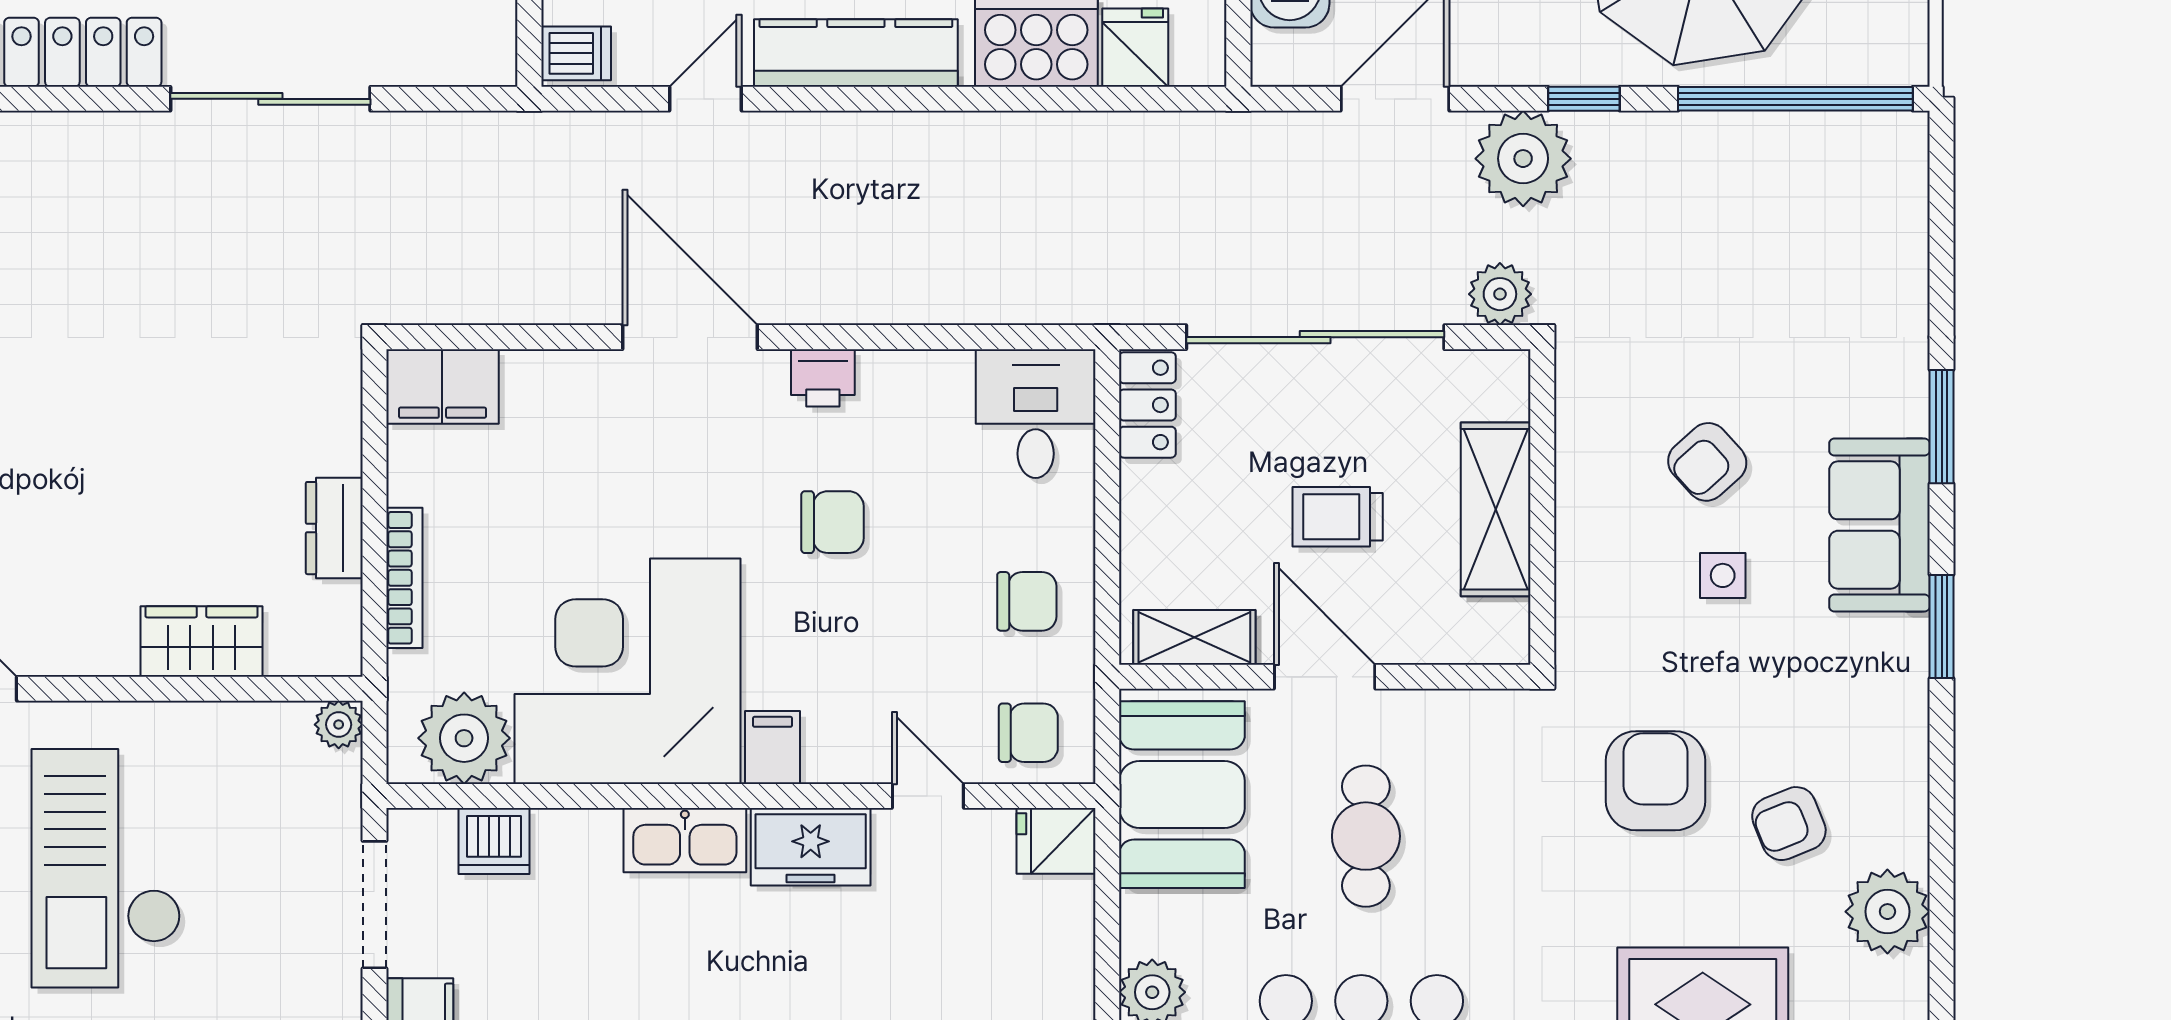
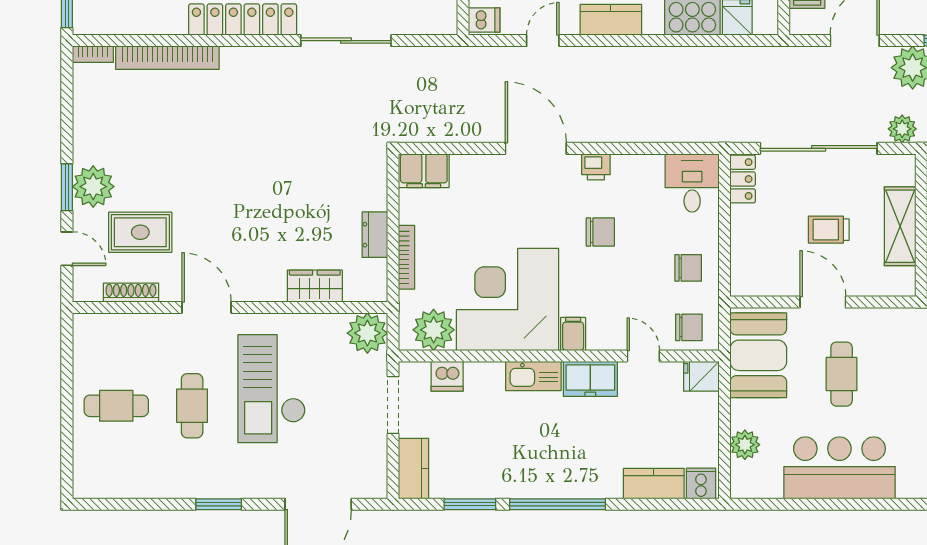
kitchen counter: (856, 53) -> (611, 20), width x0.67
shelving: (1194, 637) -> (764, 284), removed
plant: (339, 725) -> (367, 333), width x1.88, depth x1.88

